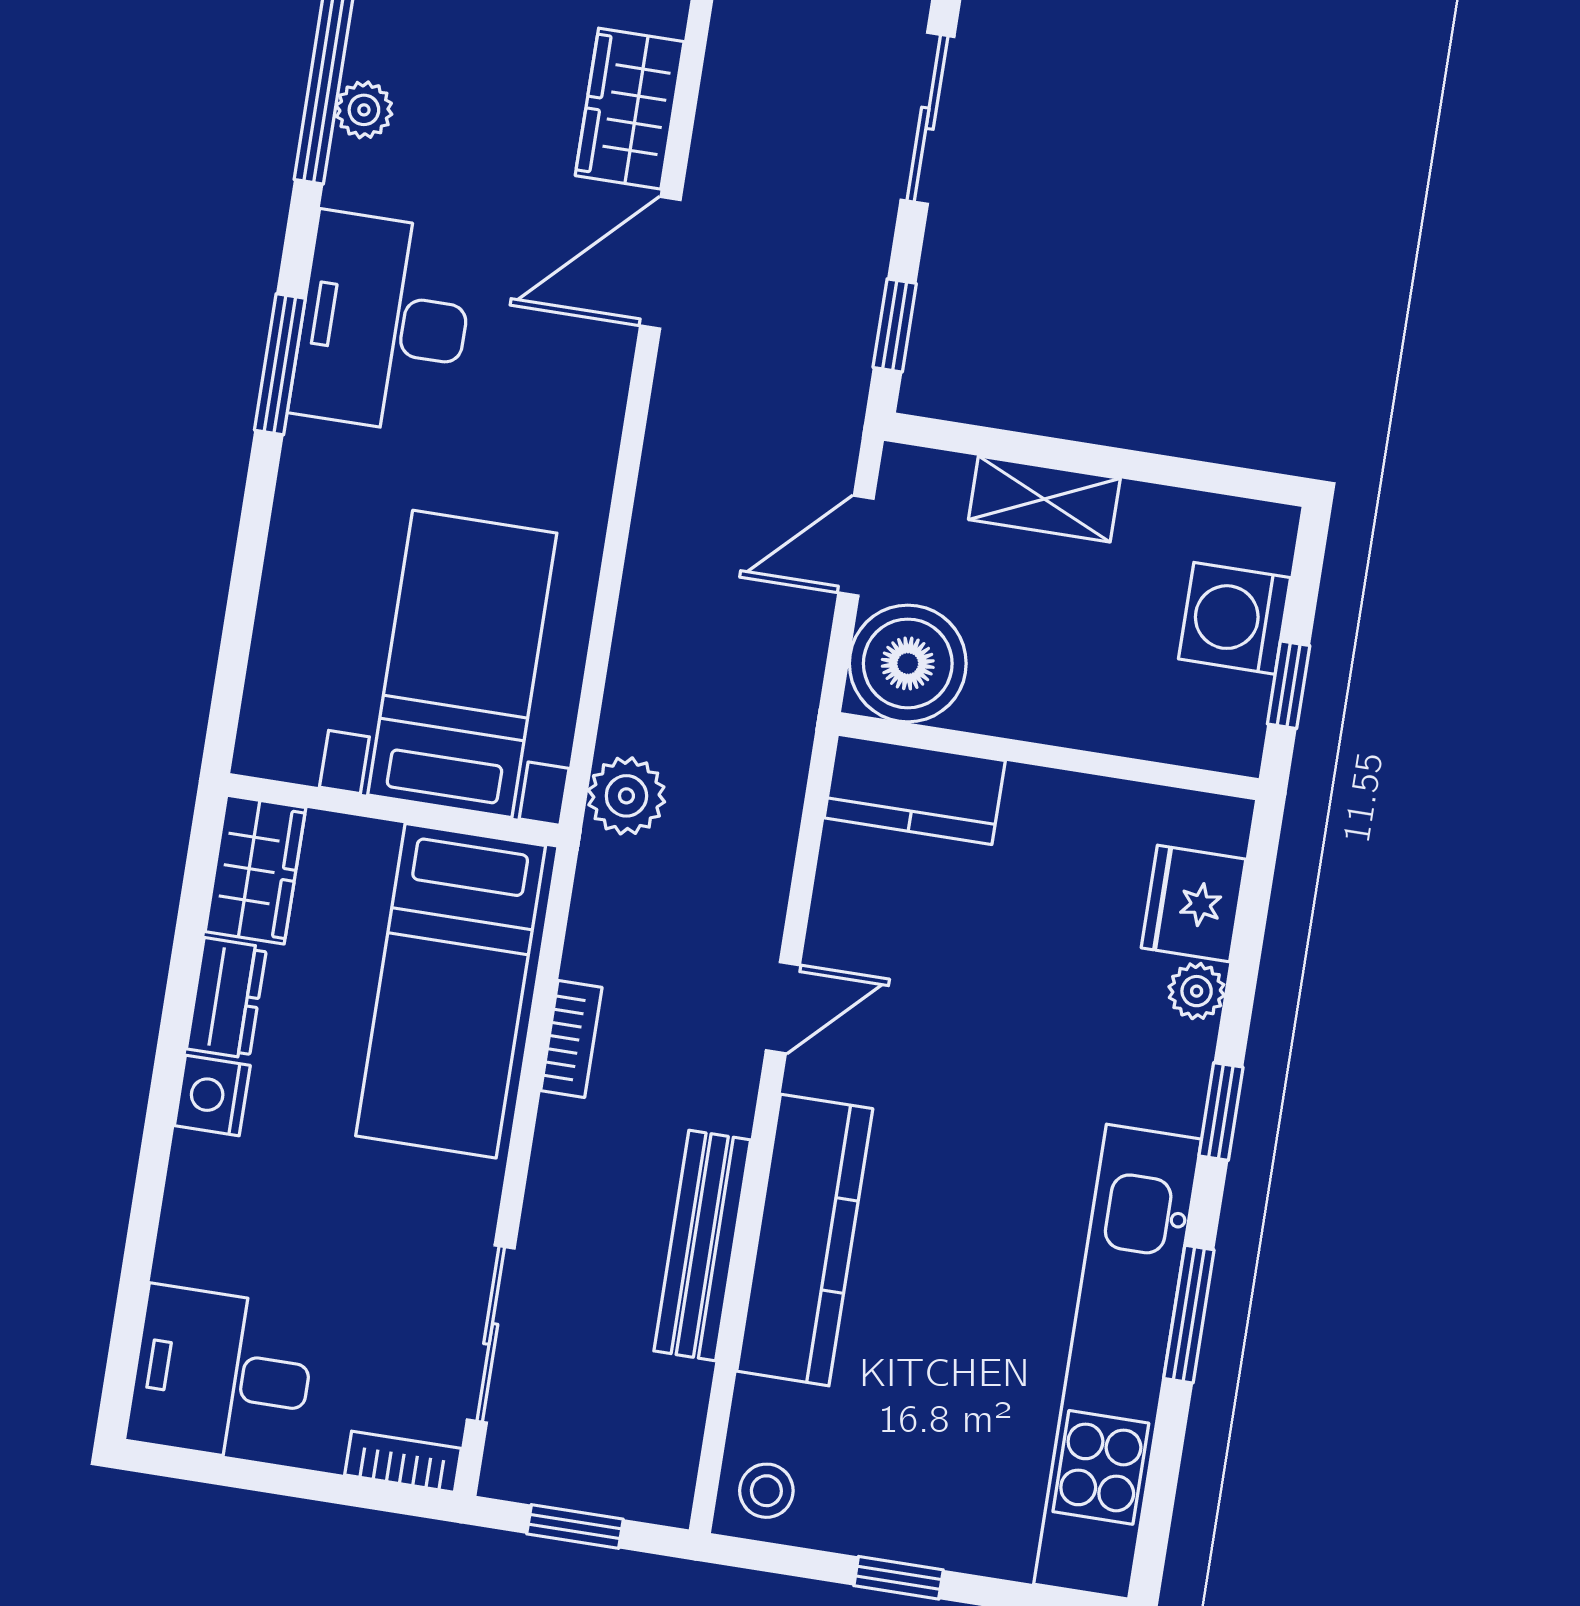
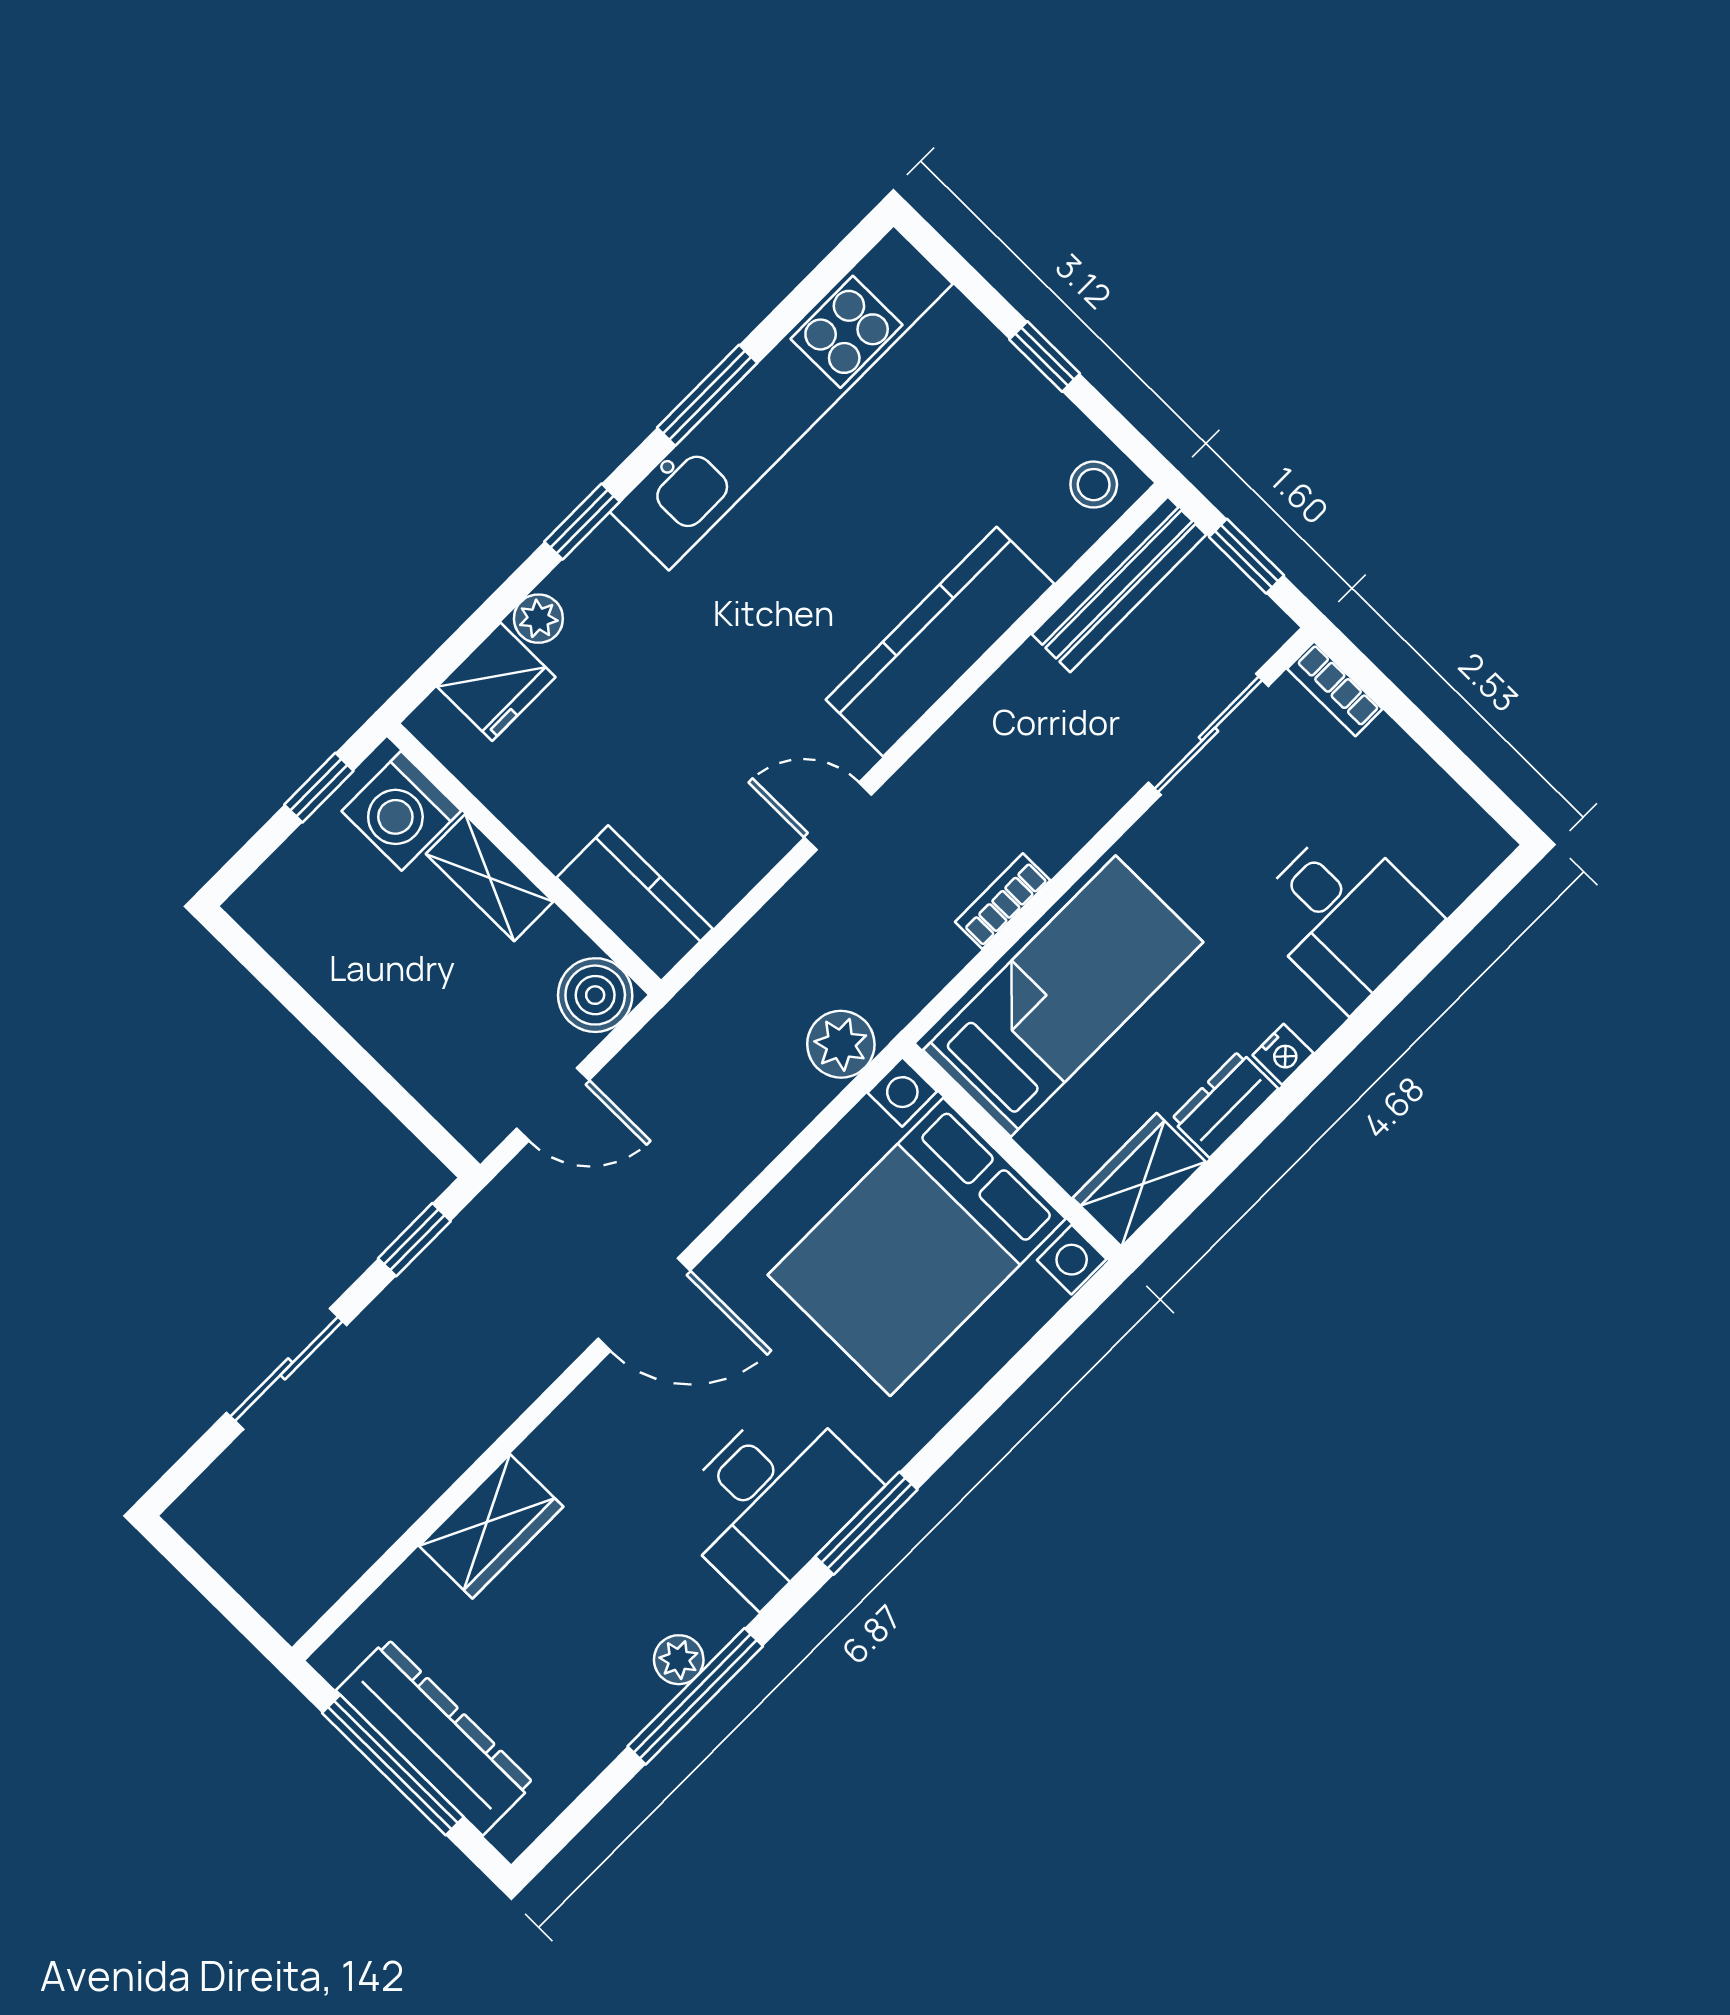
door: (660, 263) -> (644, 1305), moved
shelving: (1044, 499) -> (490, 878), moved
washing machine: (1235, 618) -> (401, 811), moved, turned 90
boiler: (908, 663) -> (595, 995), width x0.73, depth x0.73
bed with nightstands: (462, 664) -> (917, 1247), width x1.36
nightstand: (212, 1095) -> (1283, 1054), width x0.72, depth x0.74
bench: (702, 1245) -> (1119, 584), moved
desk: (222, 1375) -> (1345, 915), moved

